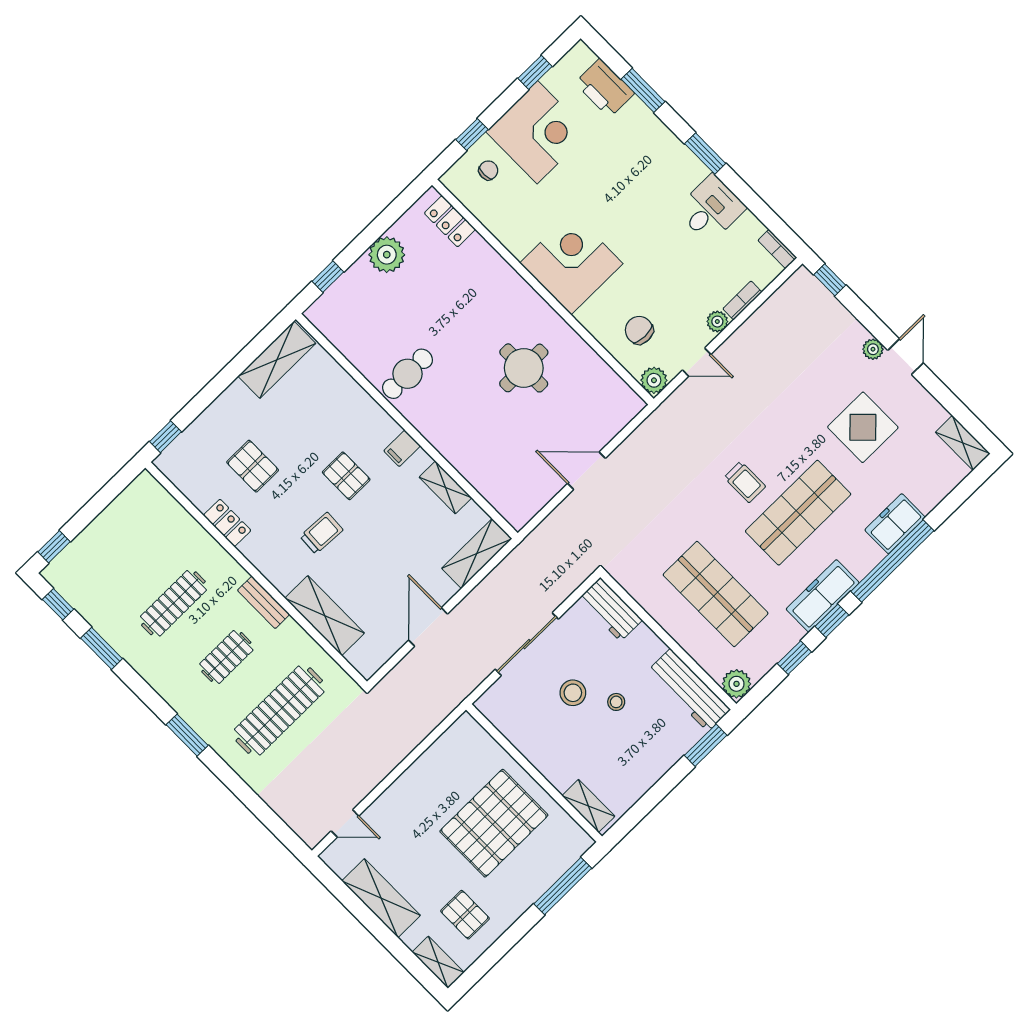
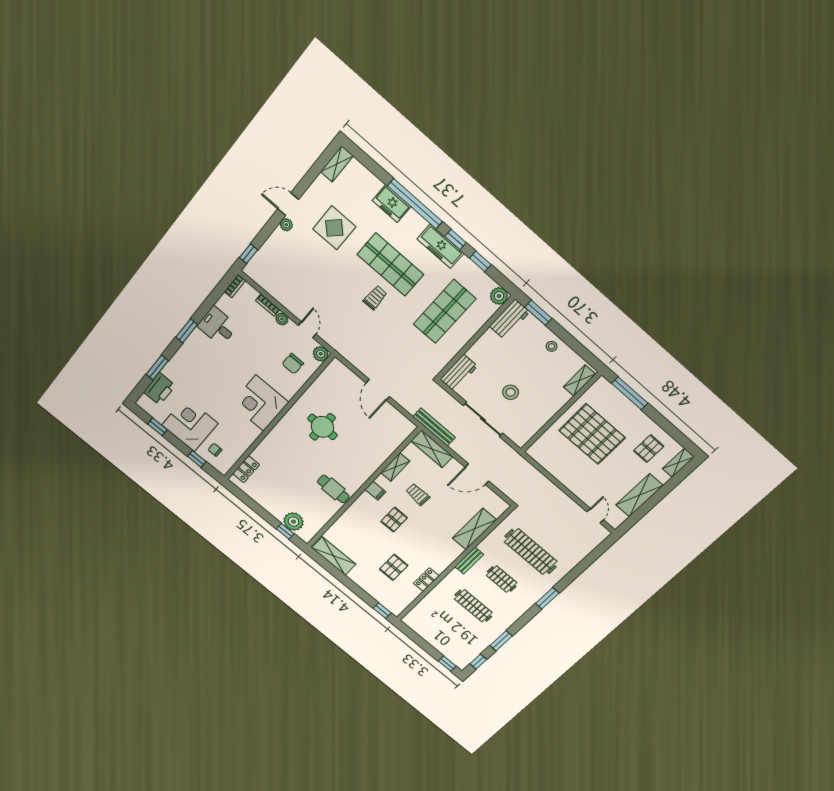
plant: (387, 255) -> (294, 522), moved
trolley: (322, 533) -> (418, 494), moved
bench: (516, 561) -> (434, 427), added
workbench: (689, 690) -> (510, 319), width x0.73
stool: (616, 702) -> (552, 346), moved

